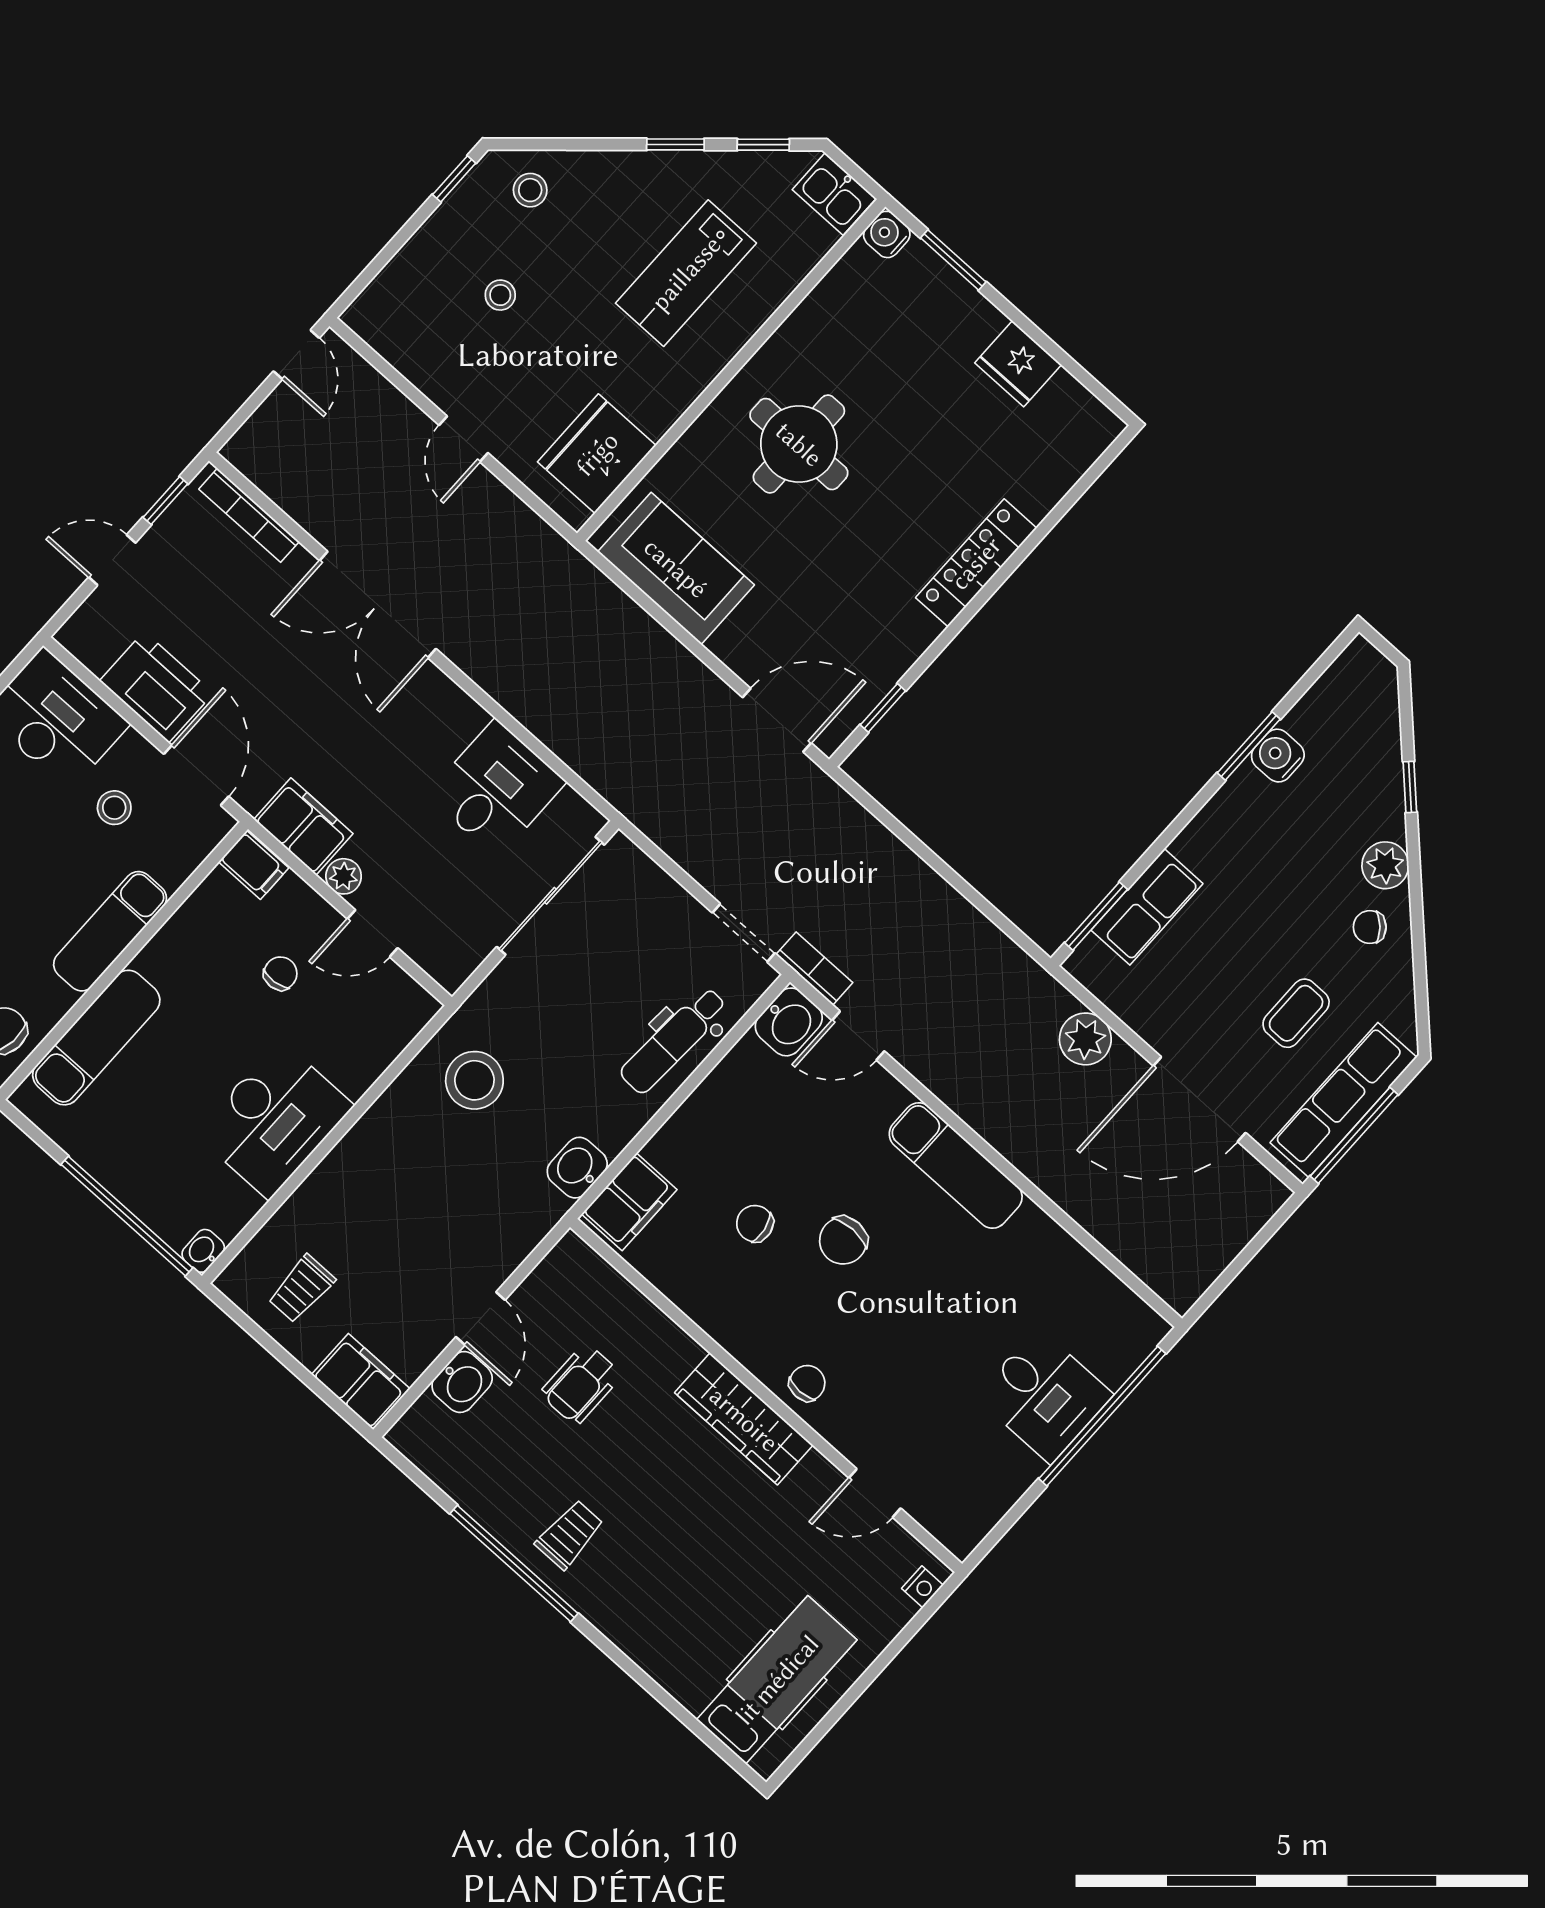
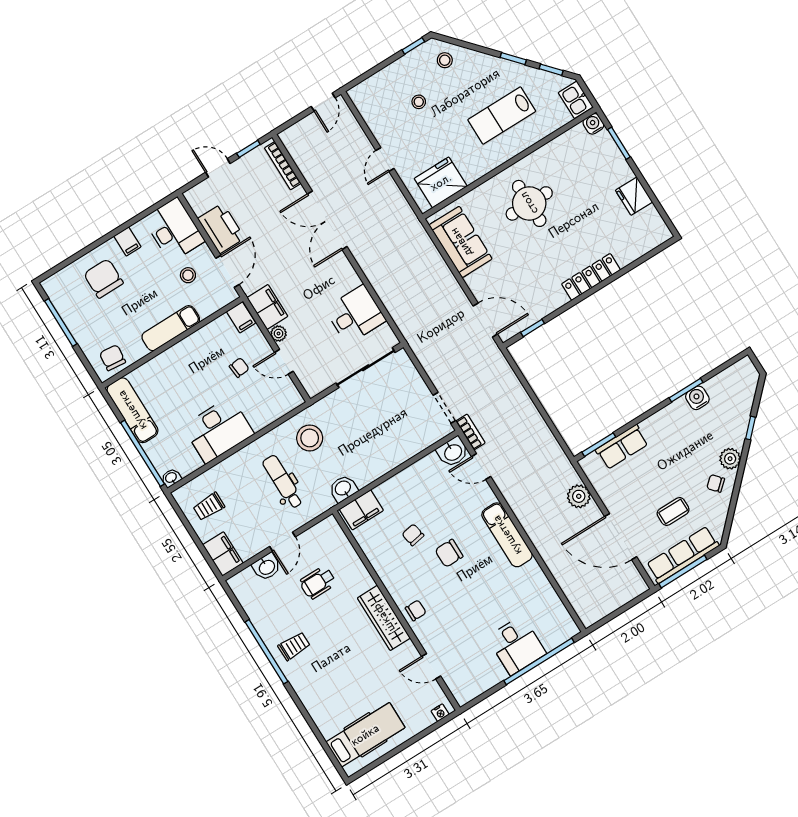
exam couch: (96, 1038) -> (132, 410), moved, turned -90
dental chair: (674, 1040) -> (283, 482), moved, turned 87

